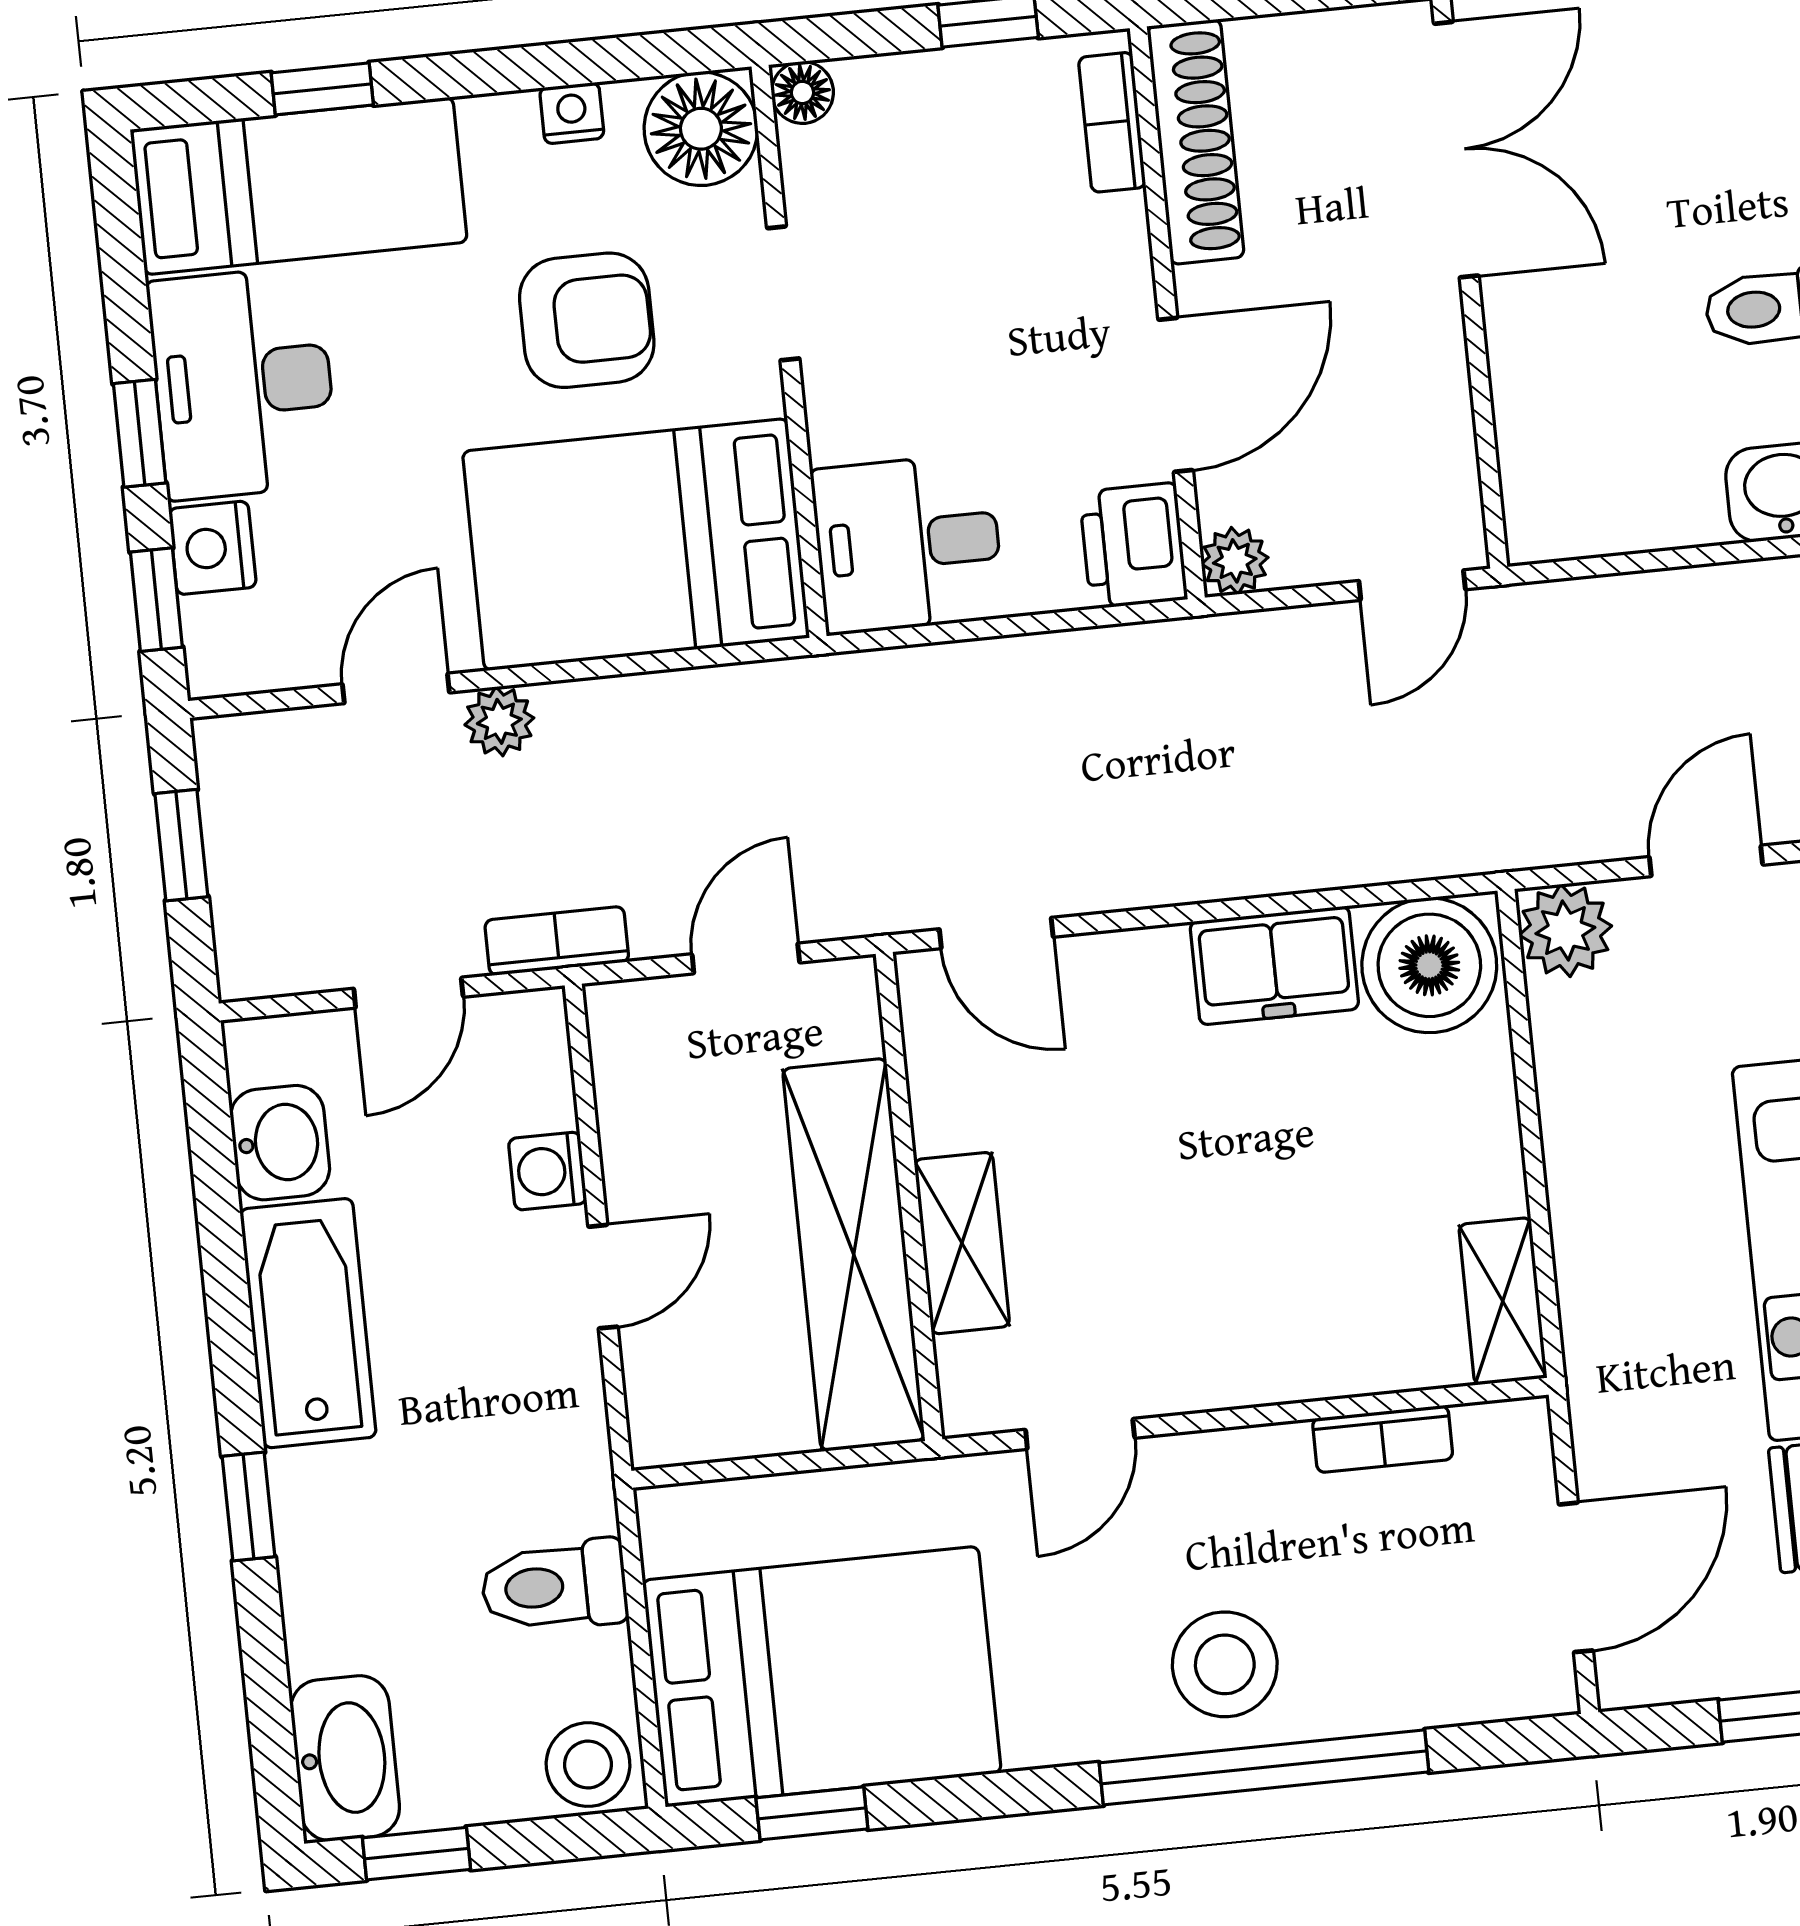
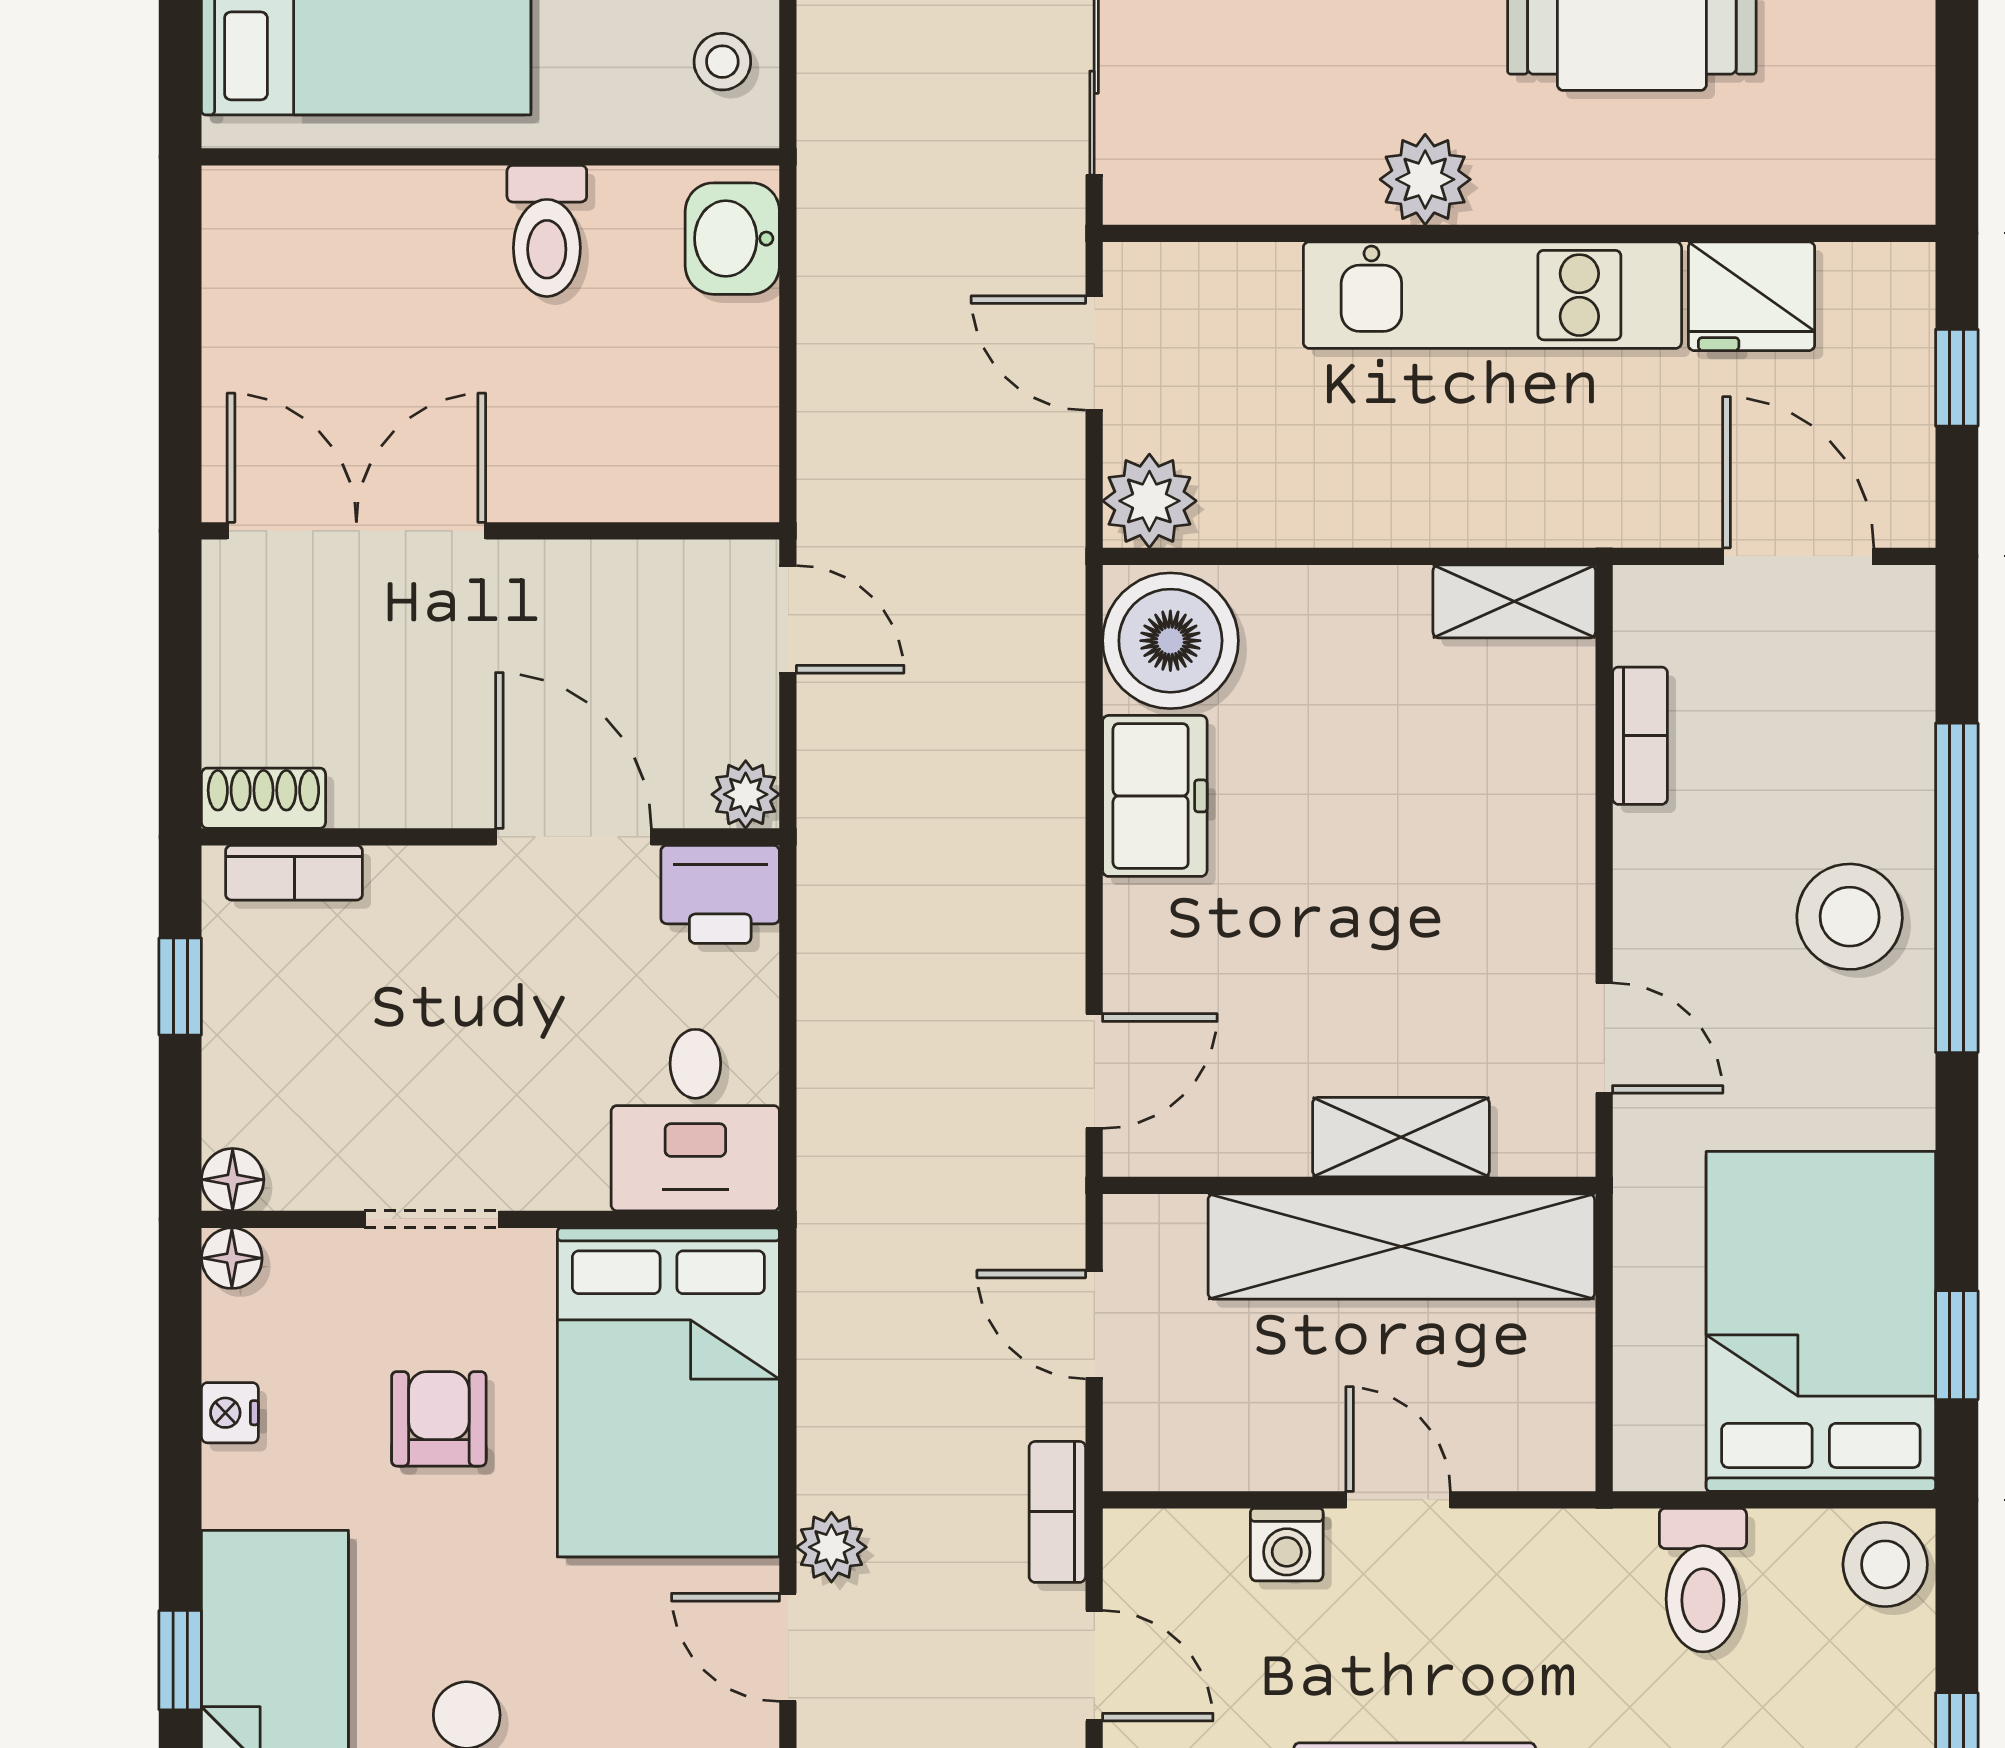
floor lamp: (701, 129) -> (232, 1258), width x0.53, depth x0.53
shoe rack: (1196, 142) -> (263, 798), width x0.51, depth x0.81
armchair: (587, 320) -> (439, 1419), width x0.72, depth x0.72

